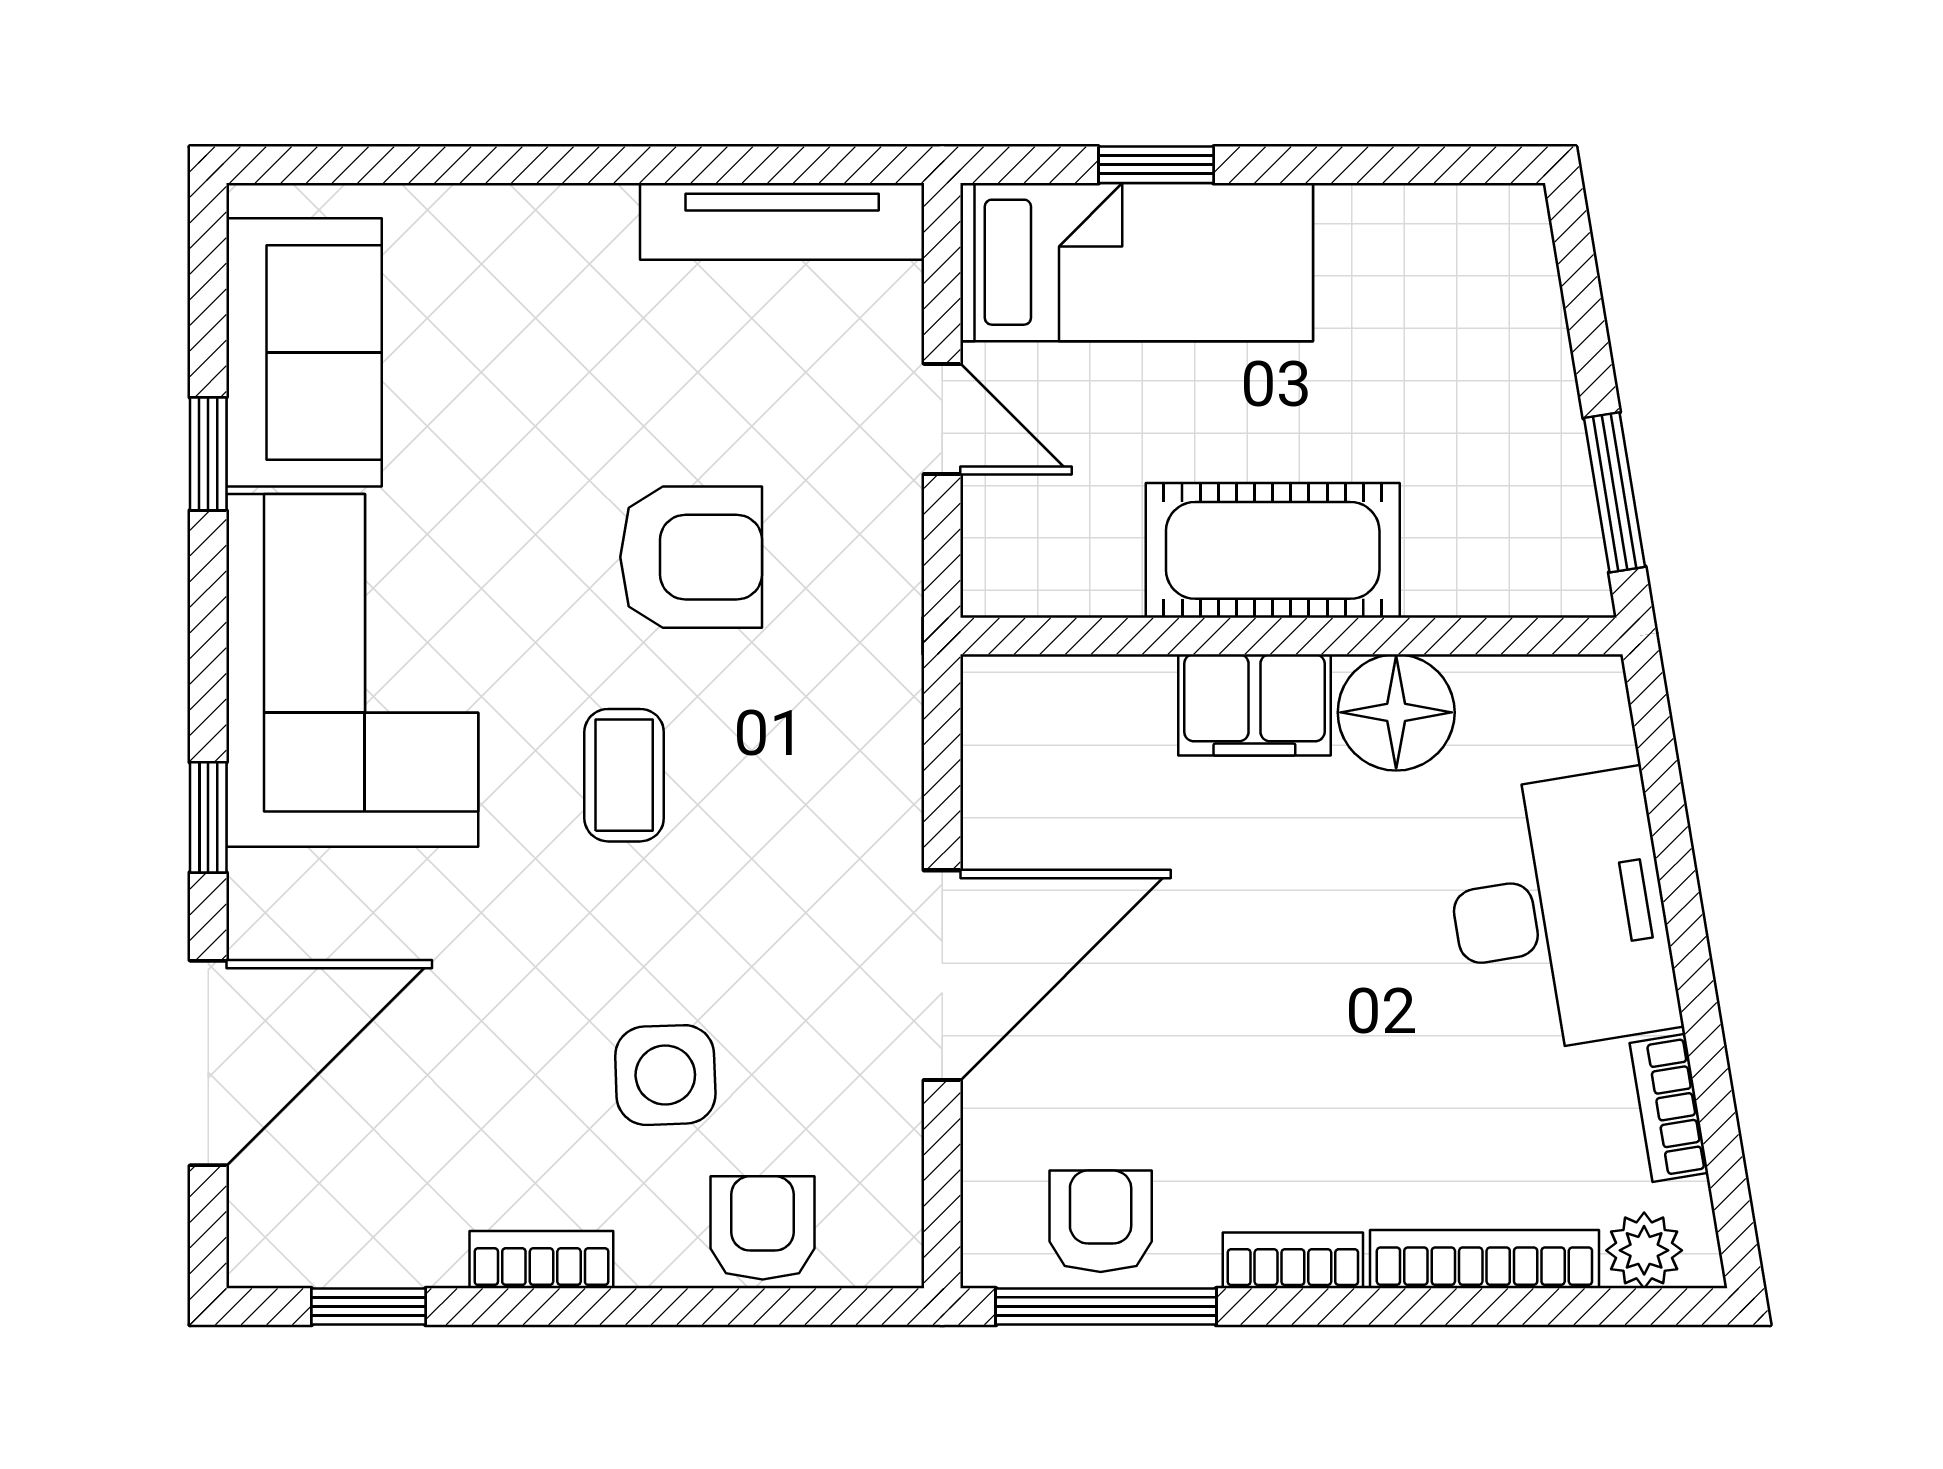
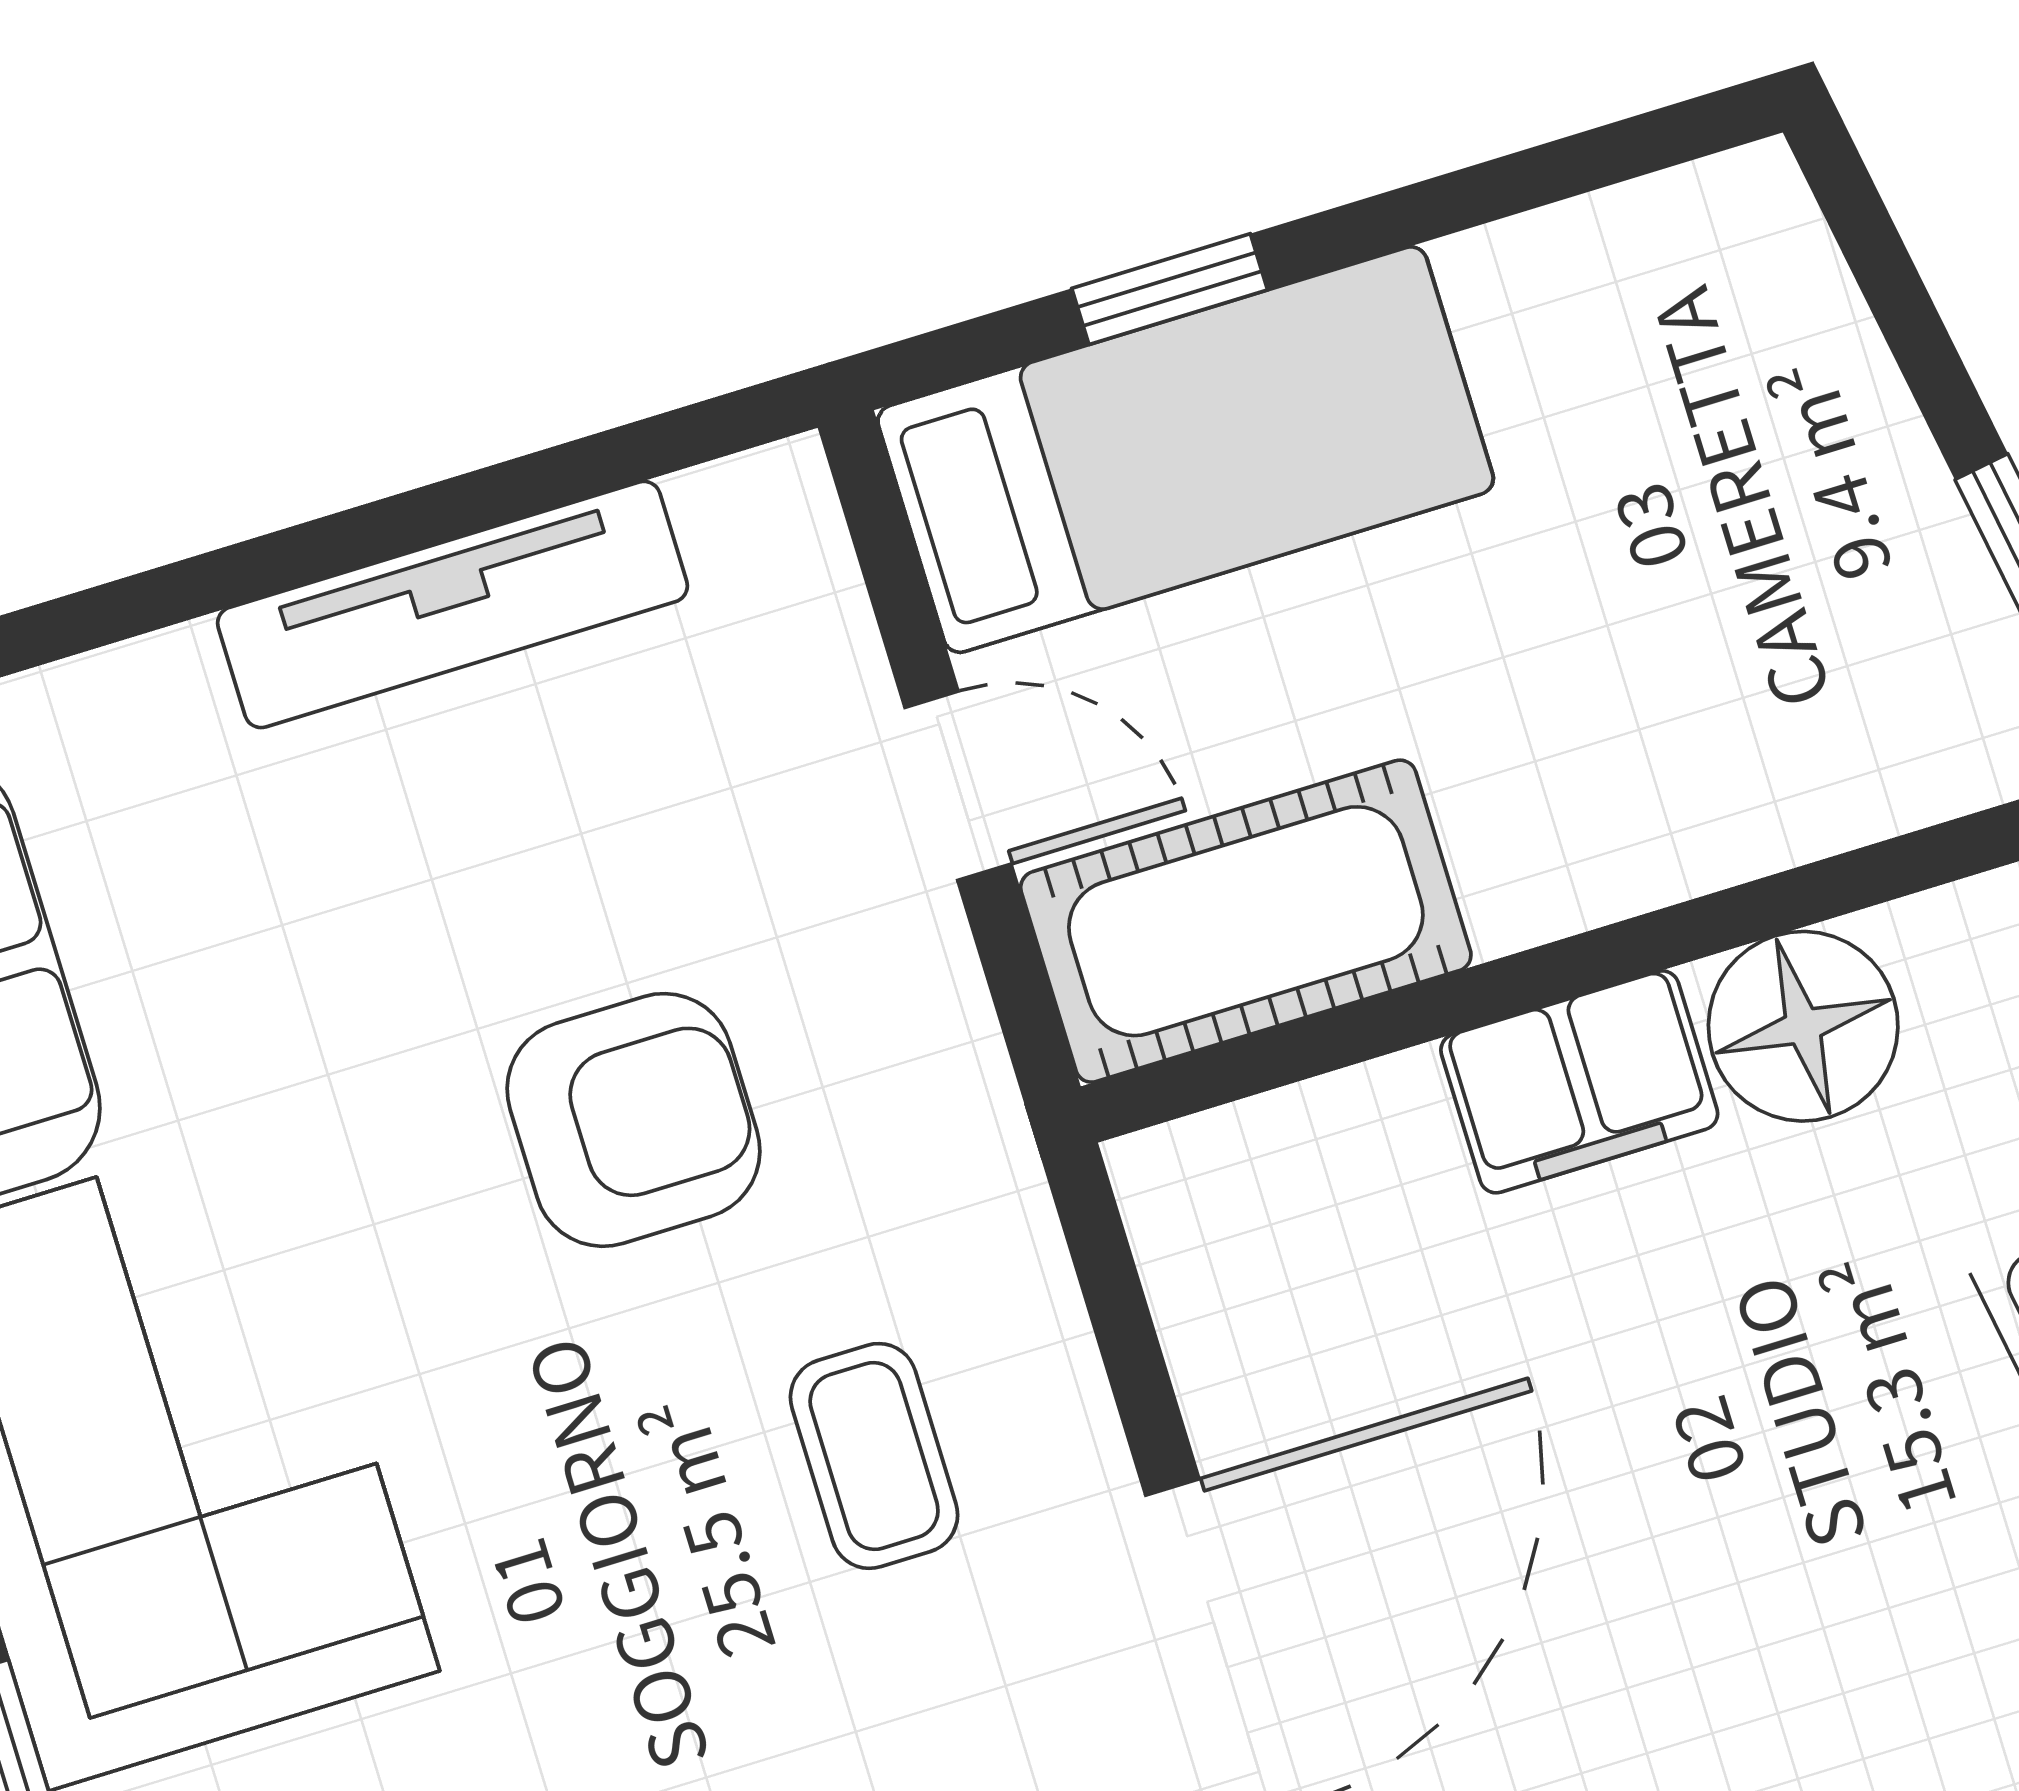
tv unit: (782, 221) -> (453, 605), moved
cot: (1273, 550) -> (1246, 921), moved
coffee table: (624, 775) -> (874, 1456), moved

